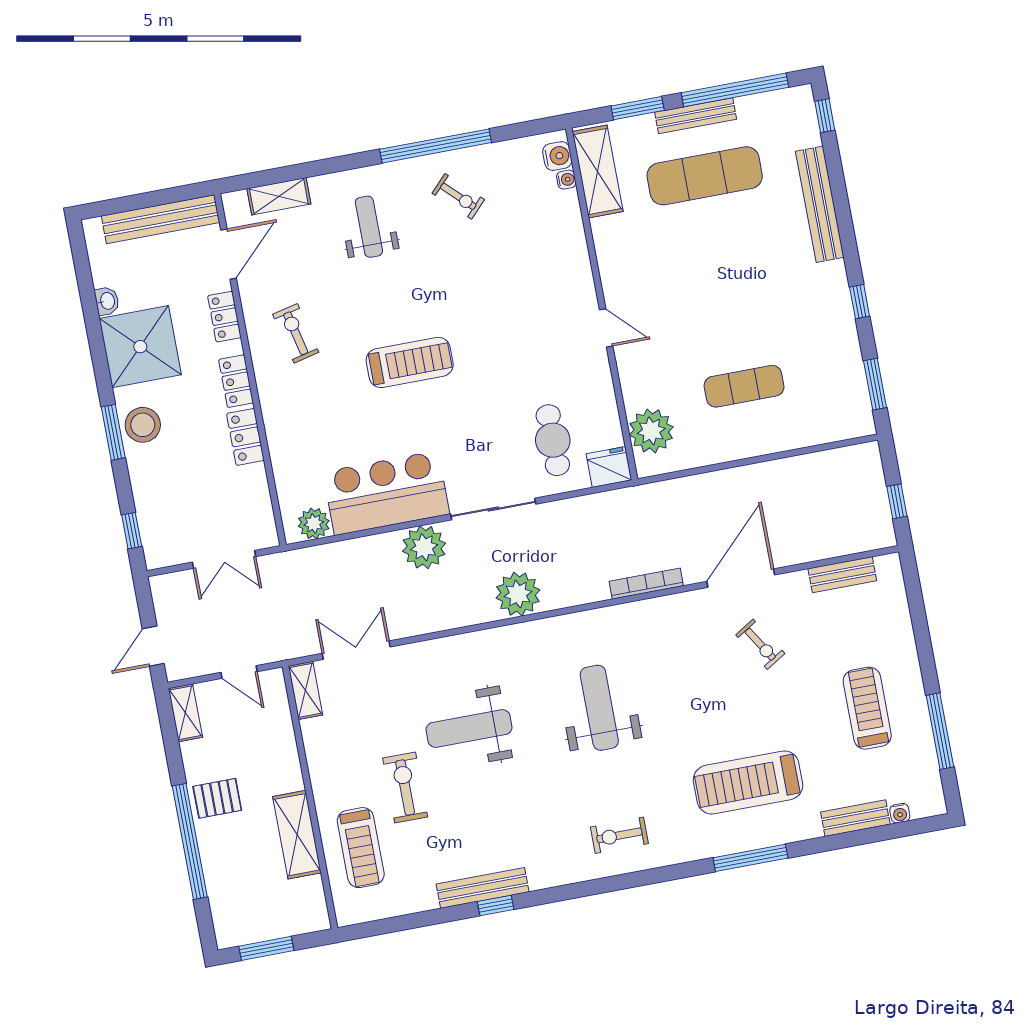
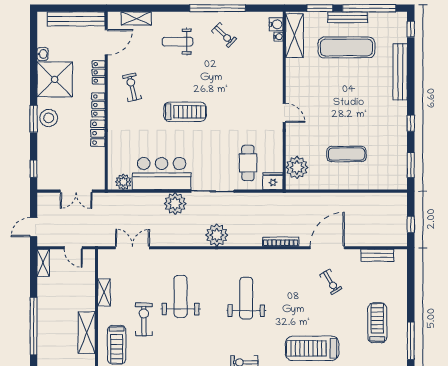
weight bench: (369, 227) -> (178, 42), turned -90
shelving: (305, 690) -> (104, 292), moved
weight bench: (469, 728) -> (181, 296), turned 90
pallet: (217, 798) -> (51, 307), removed

